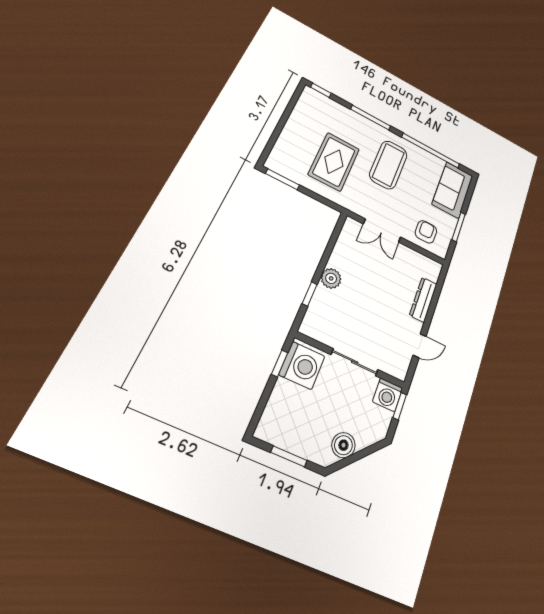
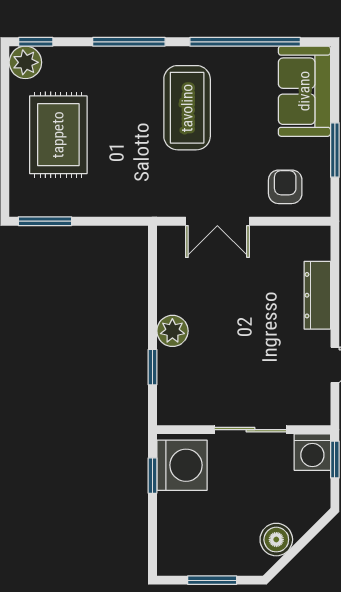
plant: (311, 96) -> (25, 62), added
rug: (334, 162) -> (58, 135), moved

